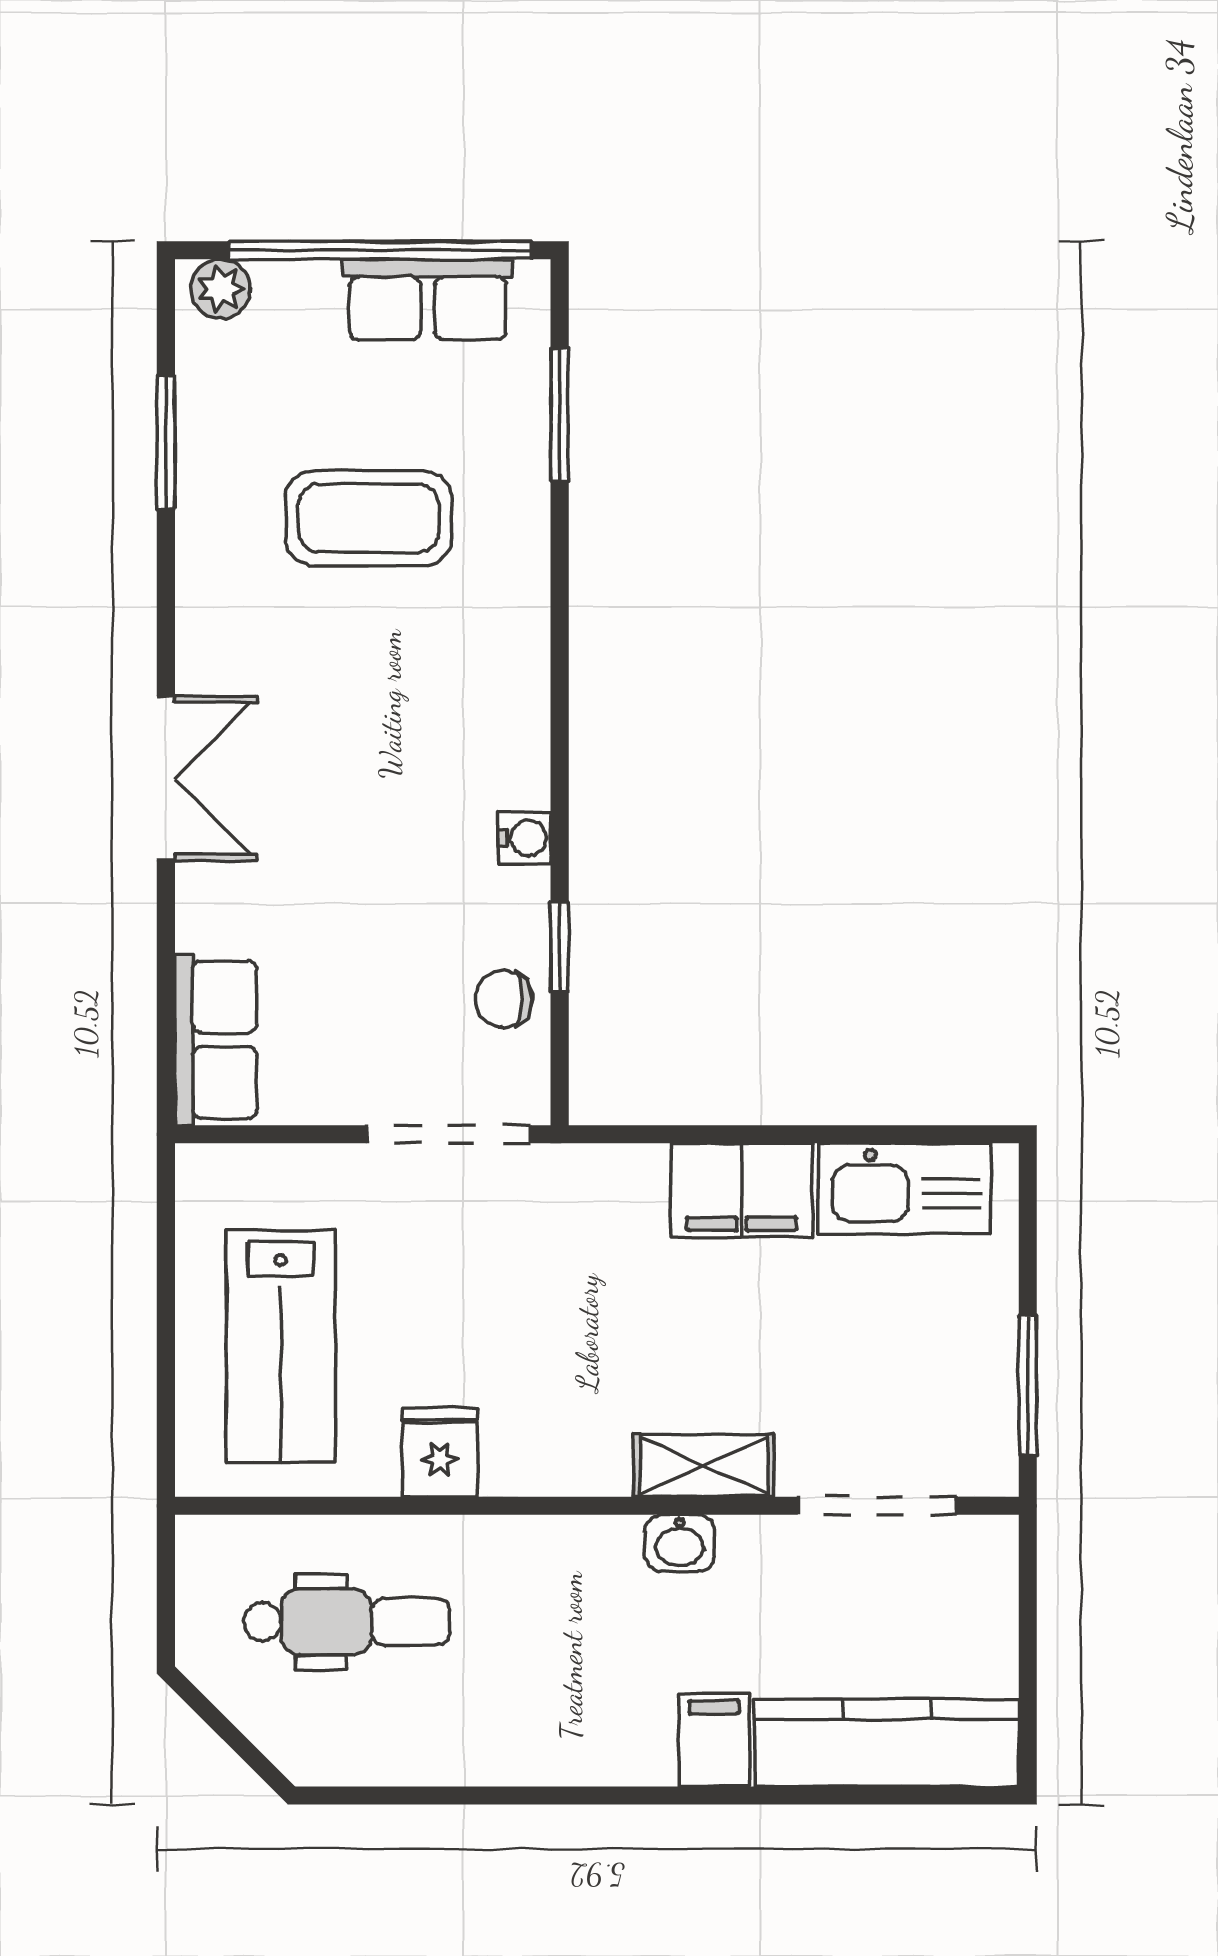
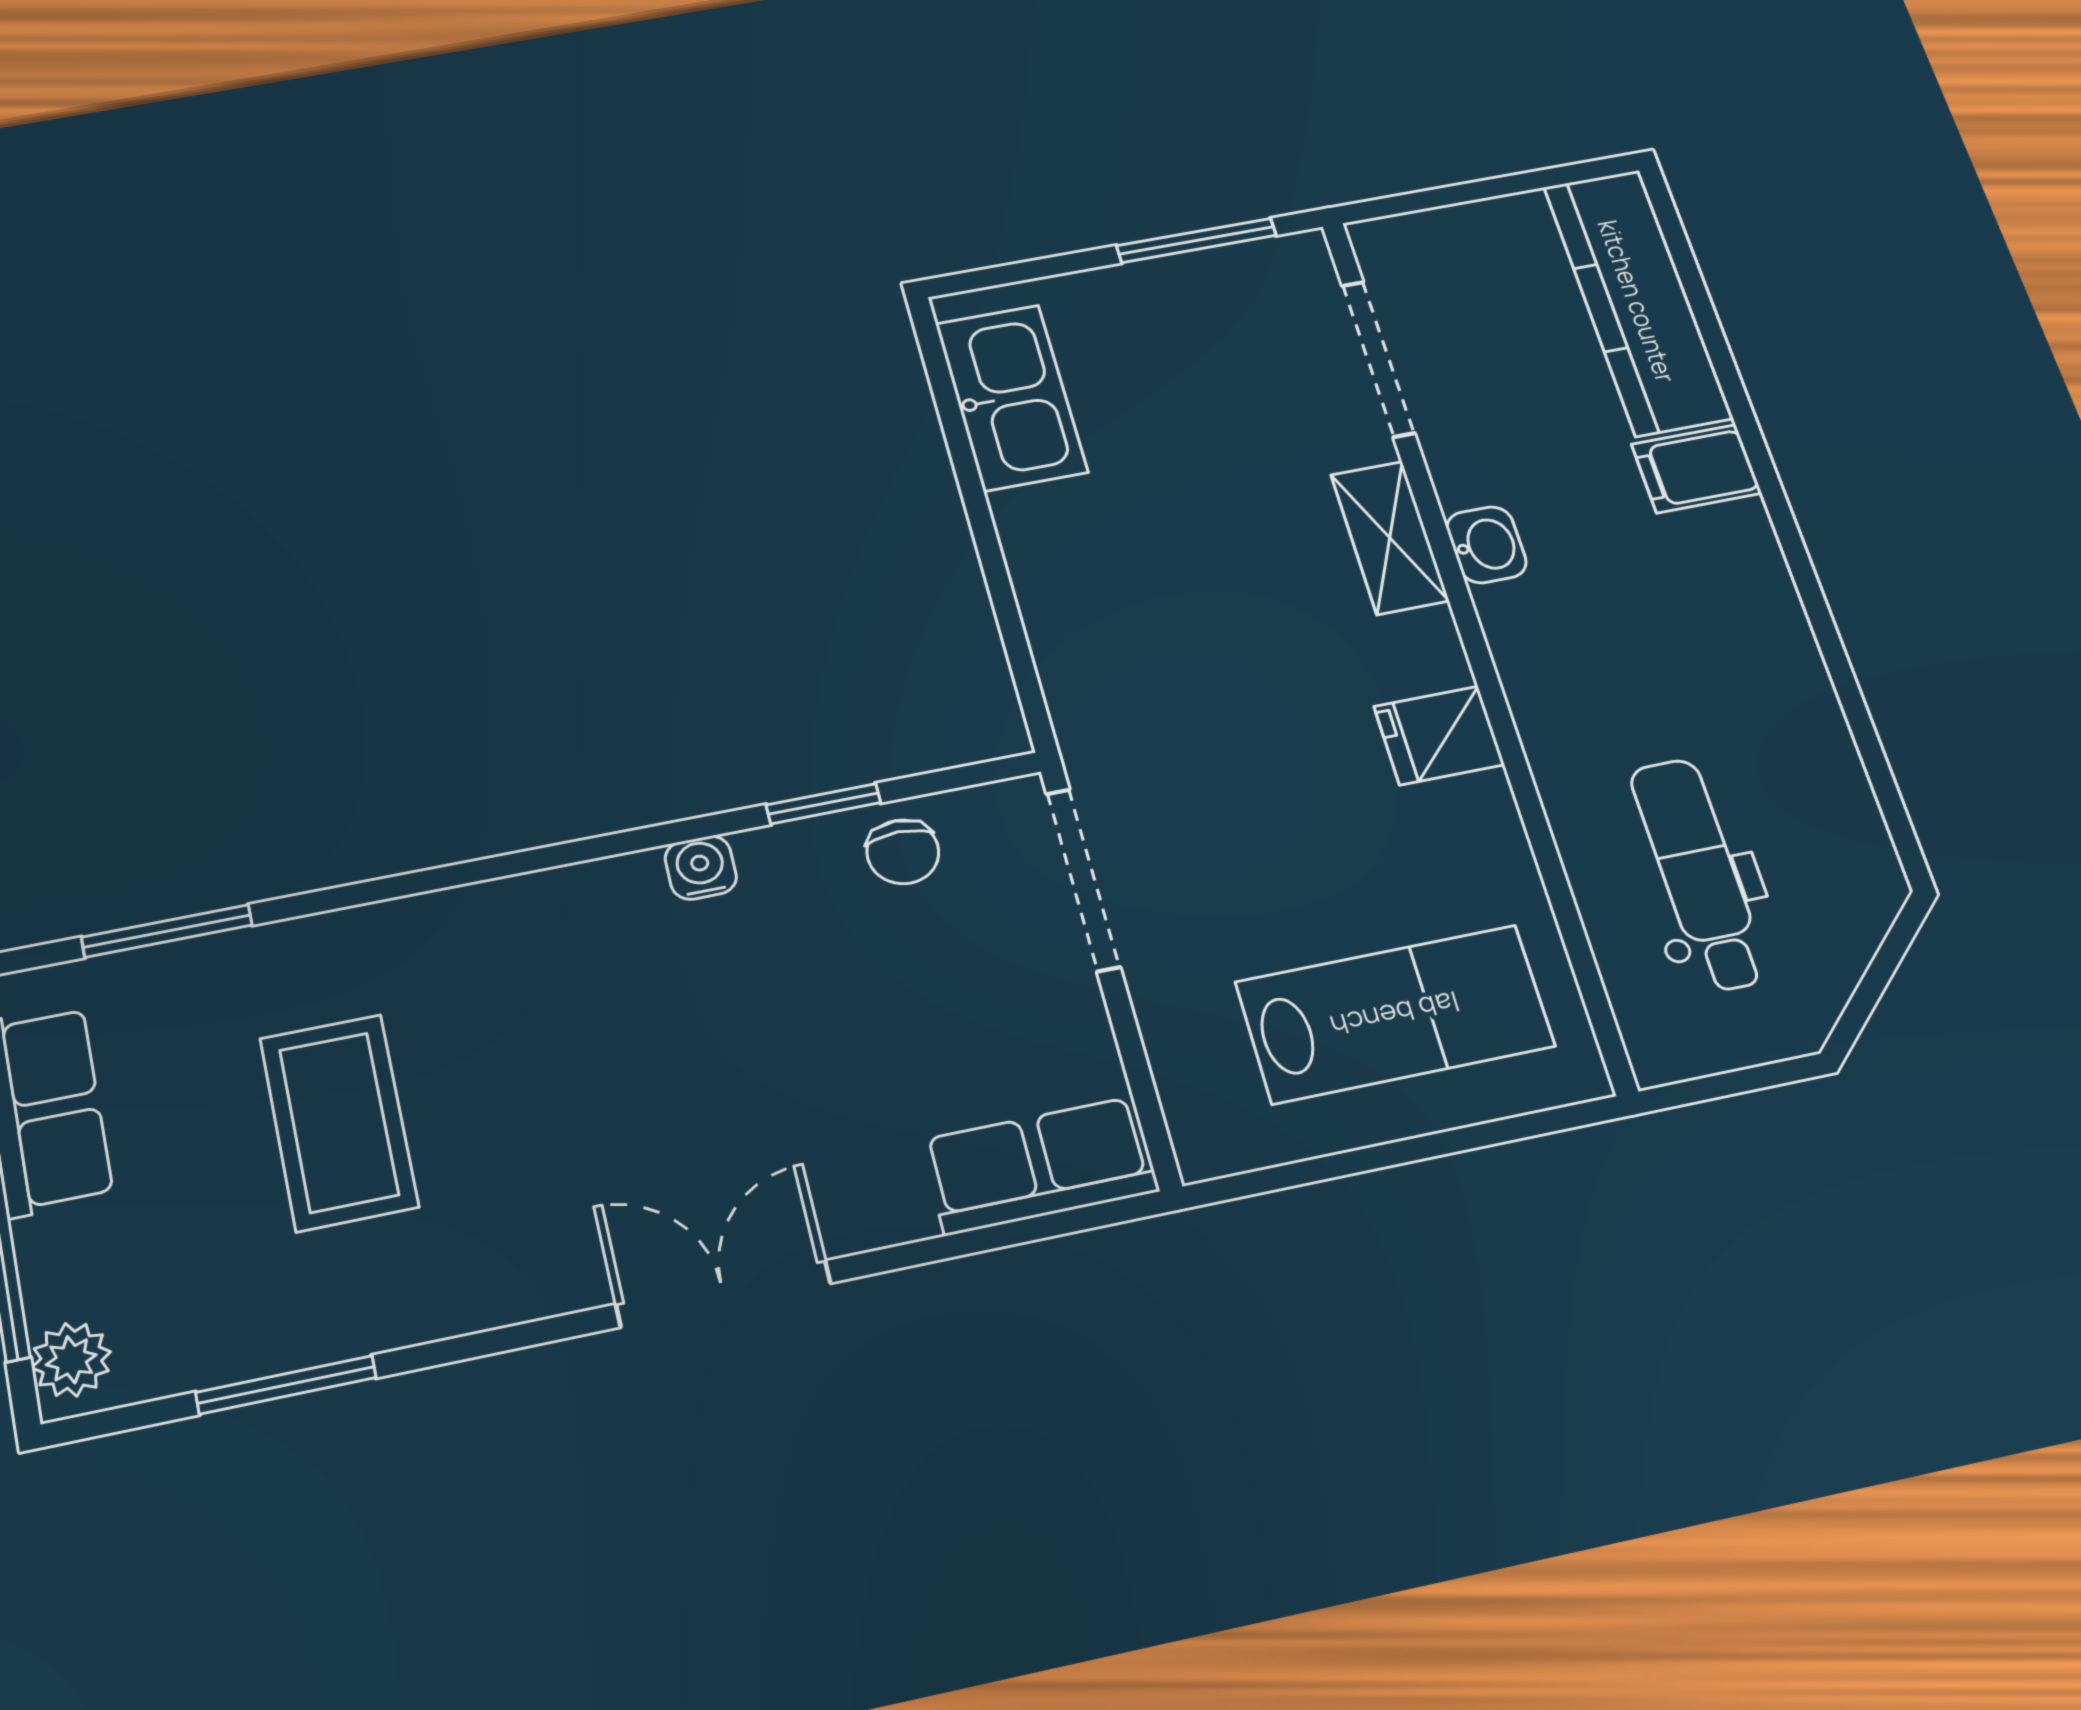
filing cabinet: (742, 1191) -> (1061, 559), removed
fridge: (440, 1452) -> (1439, 735), moved

